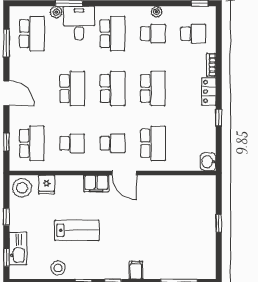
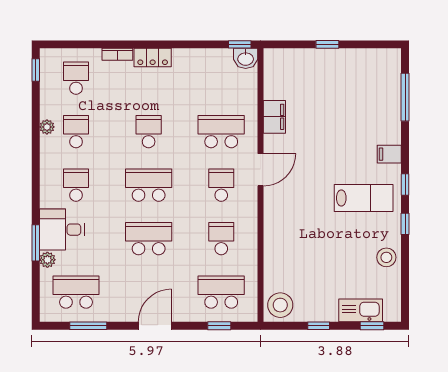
school desk: (113, 34) -> (76, 185), width x0.54
school desk: (153, 88) -> (149, 132), width x0.54
window: (219, 118) -> (240, 44), moved
filing cabinet: (96, 183) -> (274, 117), moved
fridge: (47, 185) -> (276, 273), removed
lab bench: (77, 230) -> (364, 198), moved, turned 90

